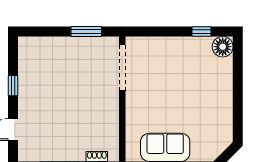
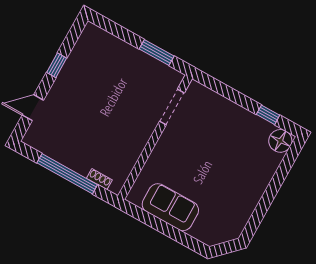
doorway: (122, 68) -> (172, 107), width x0.73

